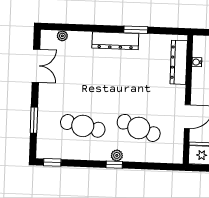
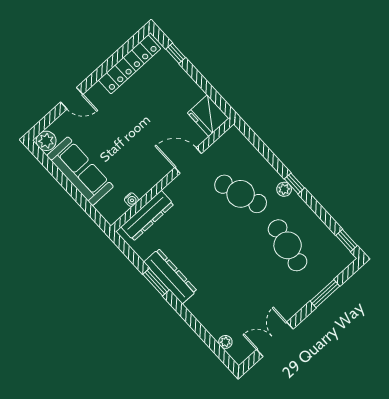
dresser: (115, 41) -> (170, 276), moved
cafe table: (139, 128) -> (241, 194), turned -39

